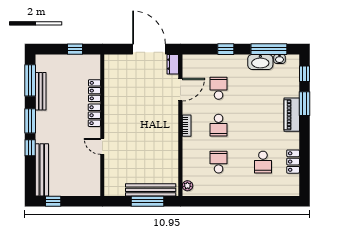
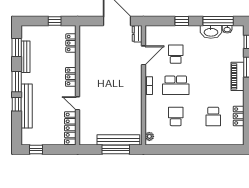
window: (30, 80) -> (17, 48), width x0.69
locker: (94, 91) -> (71, 43), moved
school desk: (219, 125) -> (176, 85), width x1.85
bench: (42, 170) -> (27, 106), moved
locker: (94, 176) -> (70, 128), added

